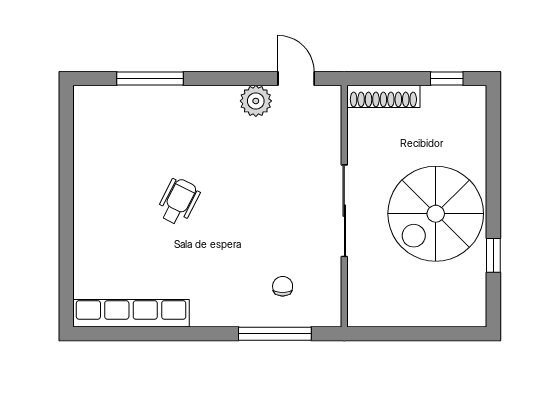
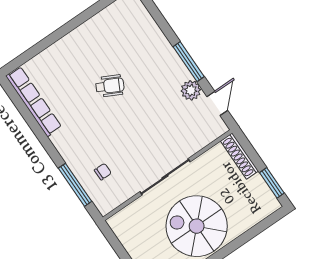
window: (150, 79) -> (189, 62), moved
window: (447, 79) -> (272, 183), width x1.50

